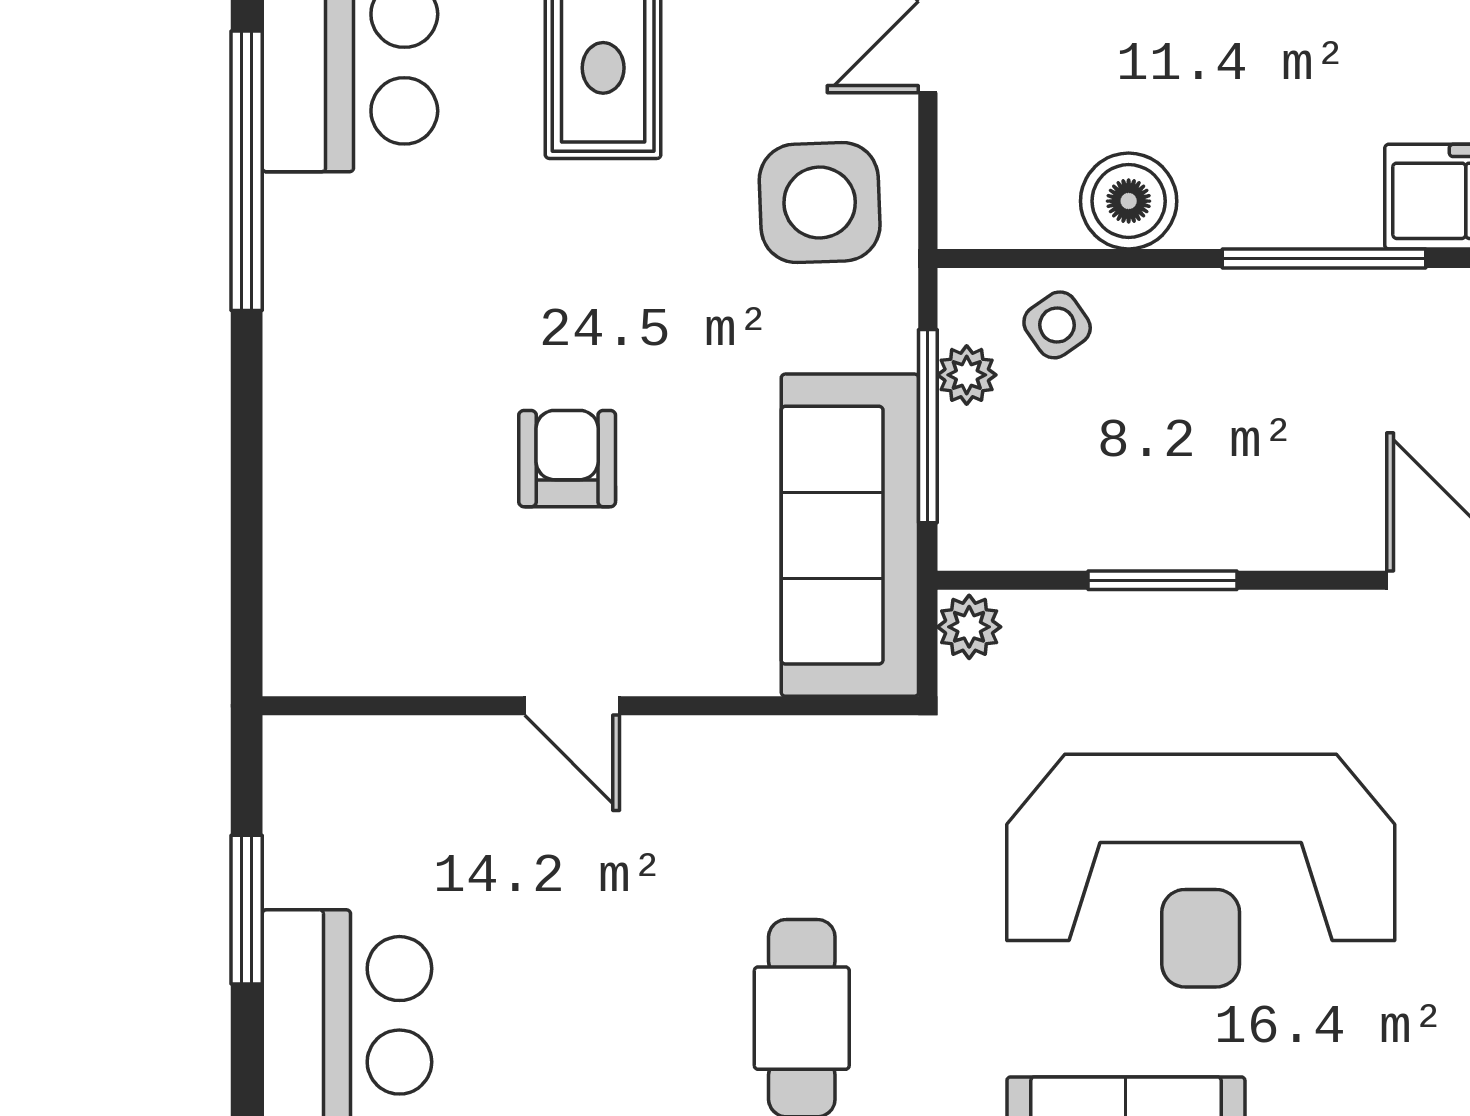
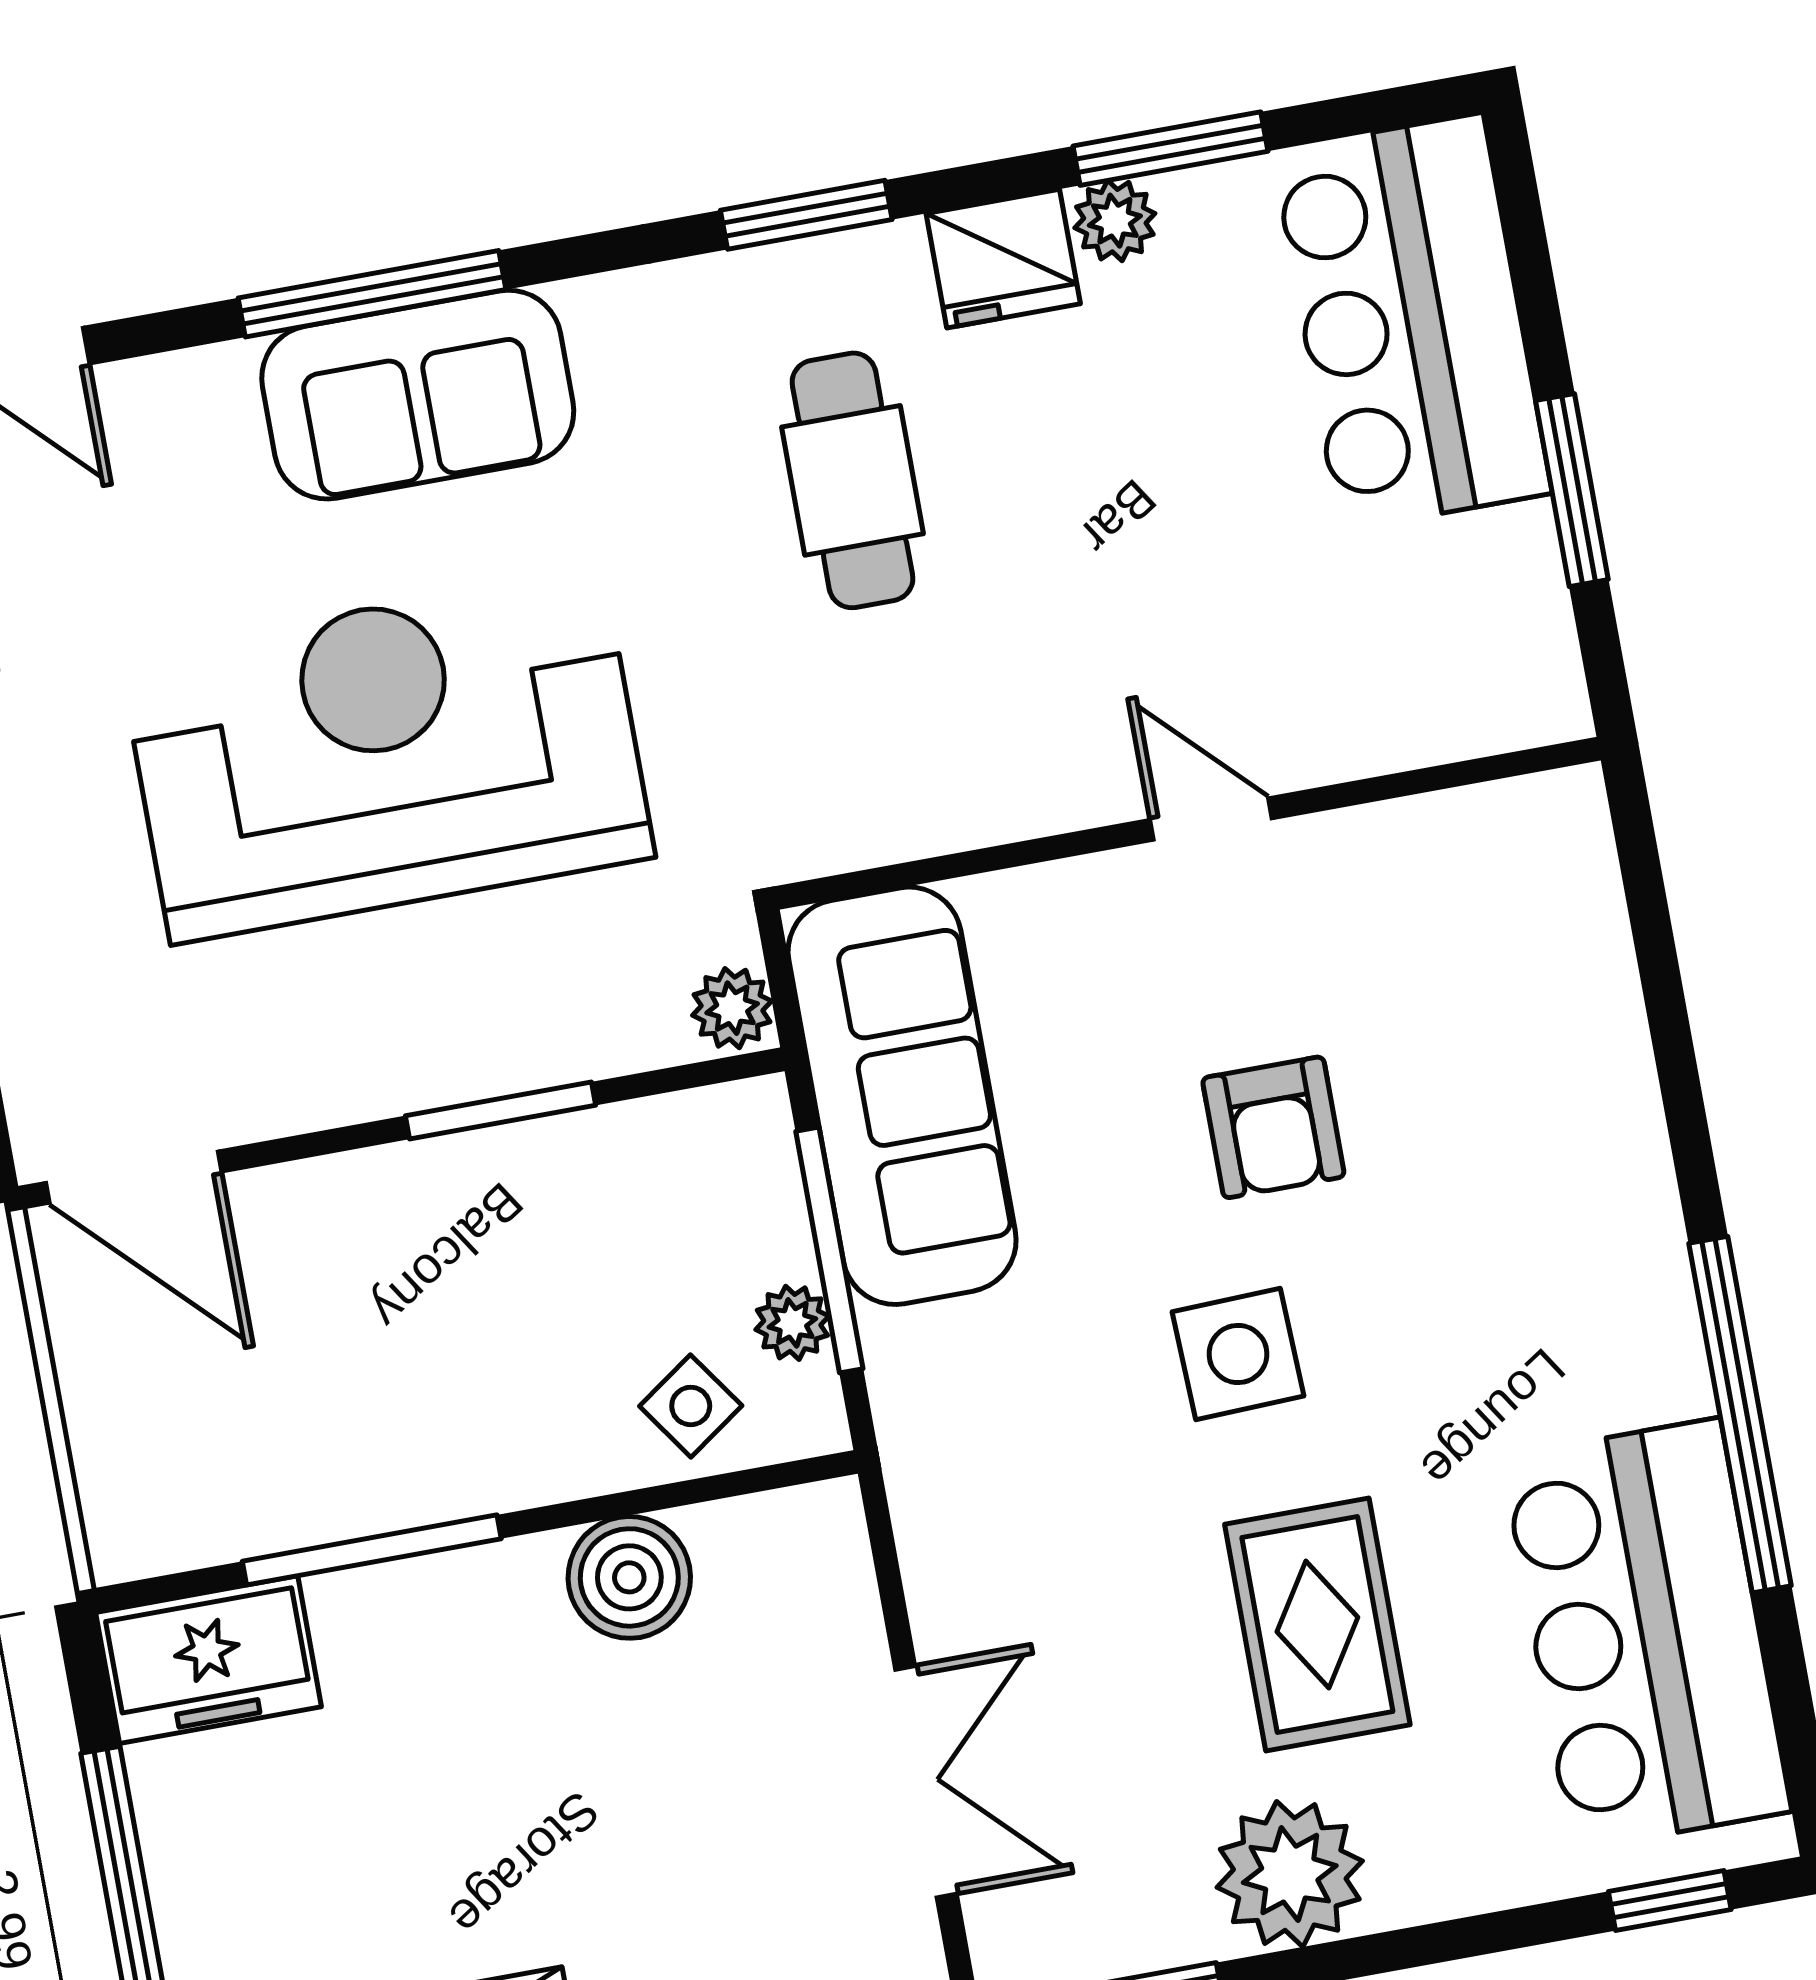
side table: (820, 203) -> (1238, 1354), moved, width x0.73, depth x0.73

